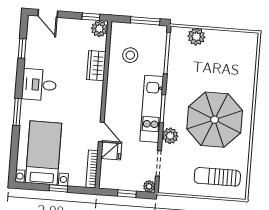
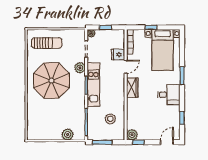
door: (48, 13) -> (167, 142), hinge flipped
wardrobe: (96, 66) -> (132, 88), moved
door: (101, 132) -> (126, 67), swing flipped

